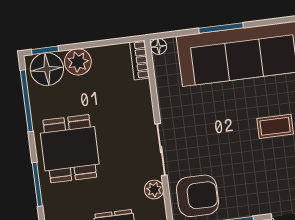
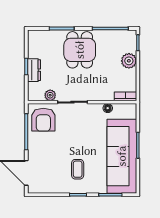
floor lamp: (158, 46) -> (108, 108), moved
floor lamp: (47, 69) -> (127, 43), removed
dining table: (70, 149) -> (80, 50), turned 90

